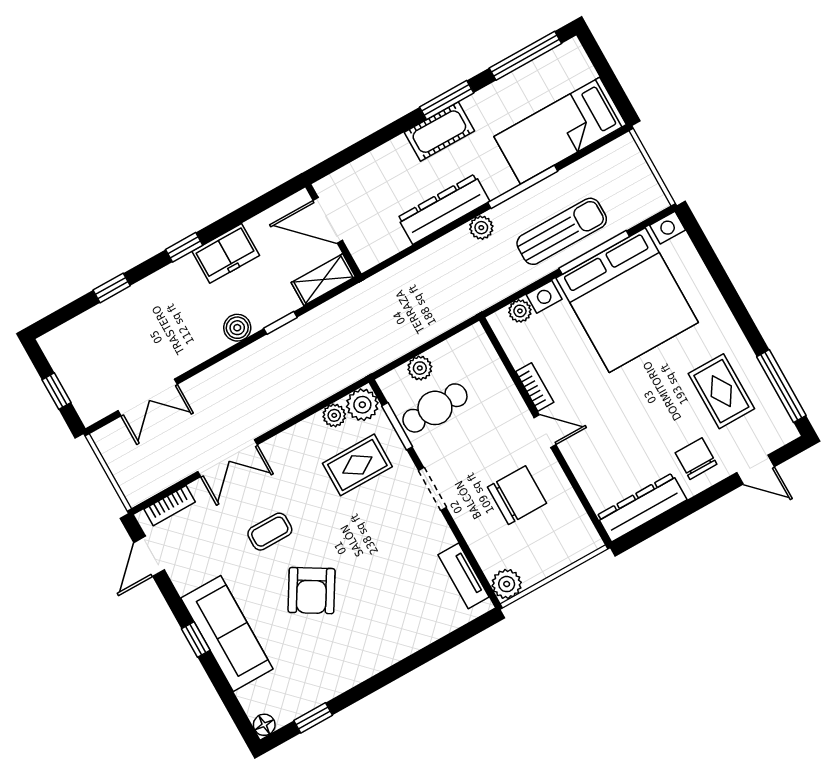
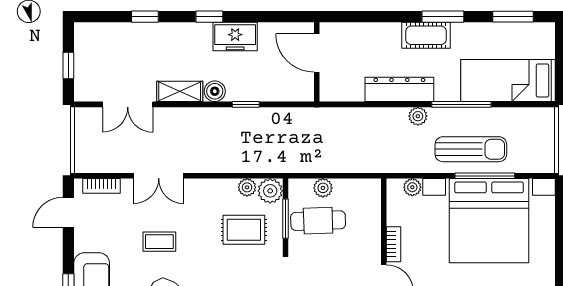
window: (525, 56) -> (513, 17), width x0.69
shelving: (323, 280) -> (180, 91), moved

